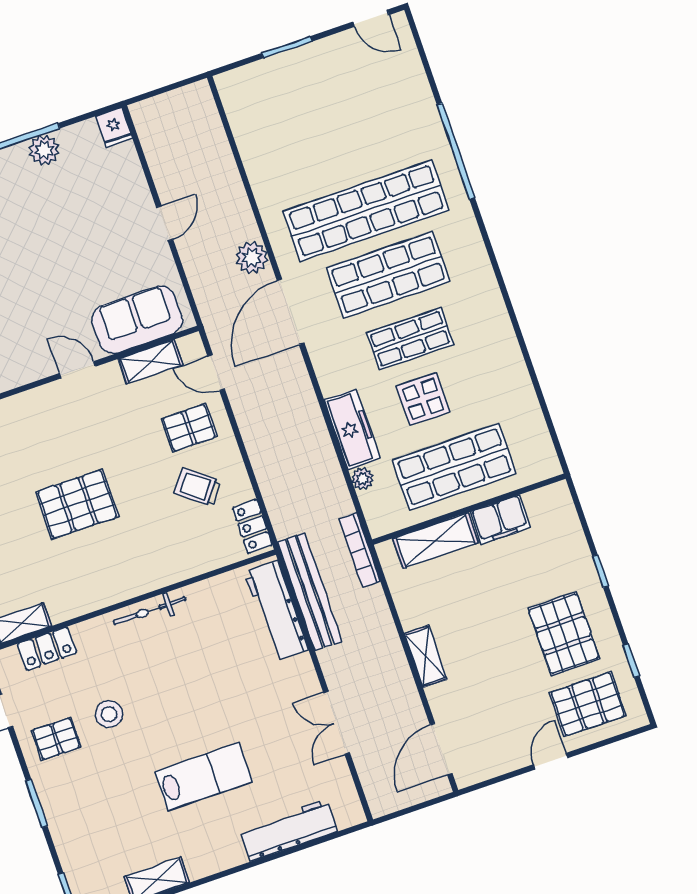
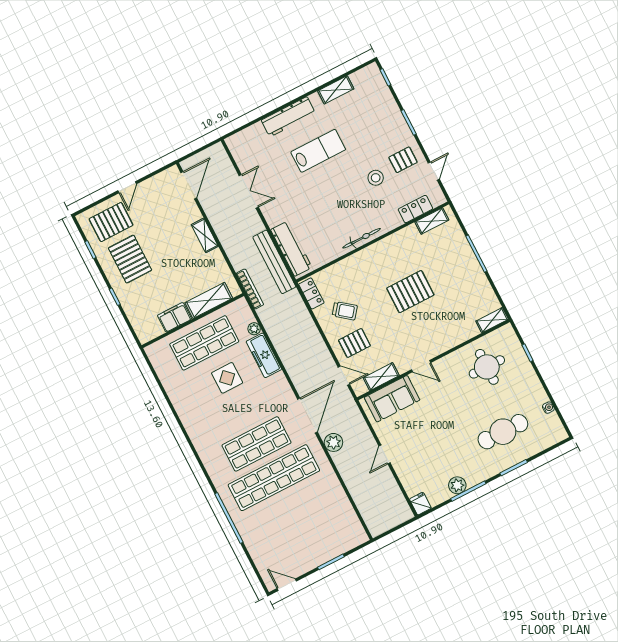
shop shelf: (410, 339) -> (239, 410), removed
lab bench: (204, 777) -> (318, 151), turned 180
workbench: (288, 830) -> (288, 117), moved

